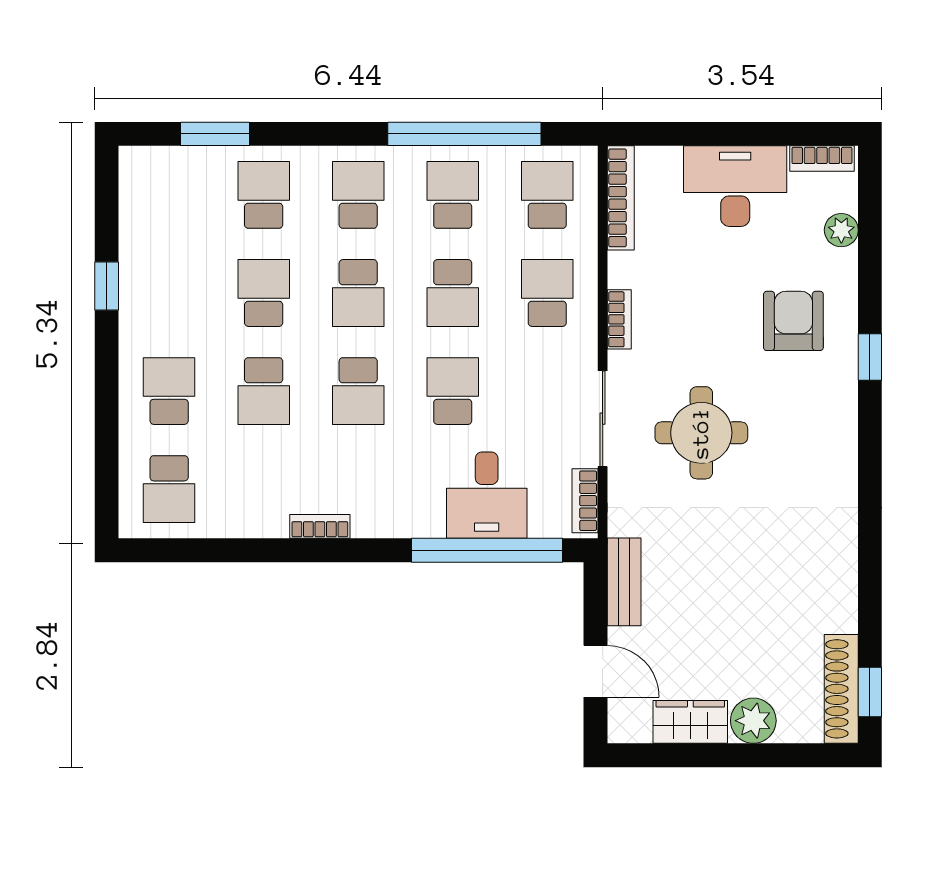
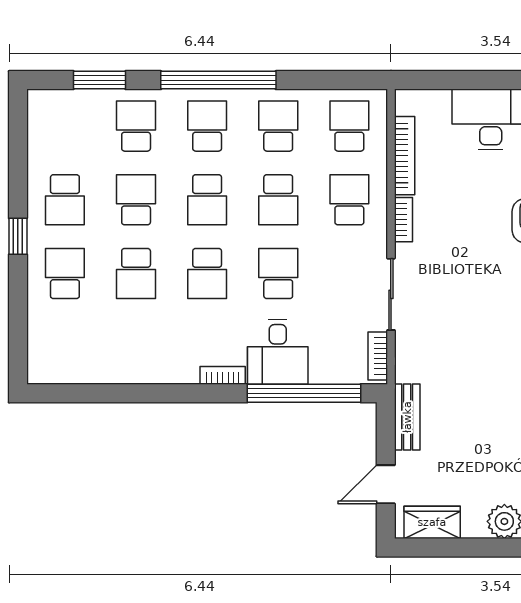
window: (464, 134) -> (218, 80), moved
bookcase: (621, 198) -> (405, 156), moved
window: (107, 286) -> (18, 236), moved
round table: (701, 433) -> (465, 305), removed
school desk: (169, 489) -> (65, 200), moved
desk: (487, 495) -> (278, 352), moved
bookcase: (320, 526) -> (223, 375), moved
door: (596, 671) -> (386, 484), swing flipped
wardrobe: (690, 722) -> (432, 522), moved

